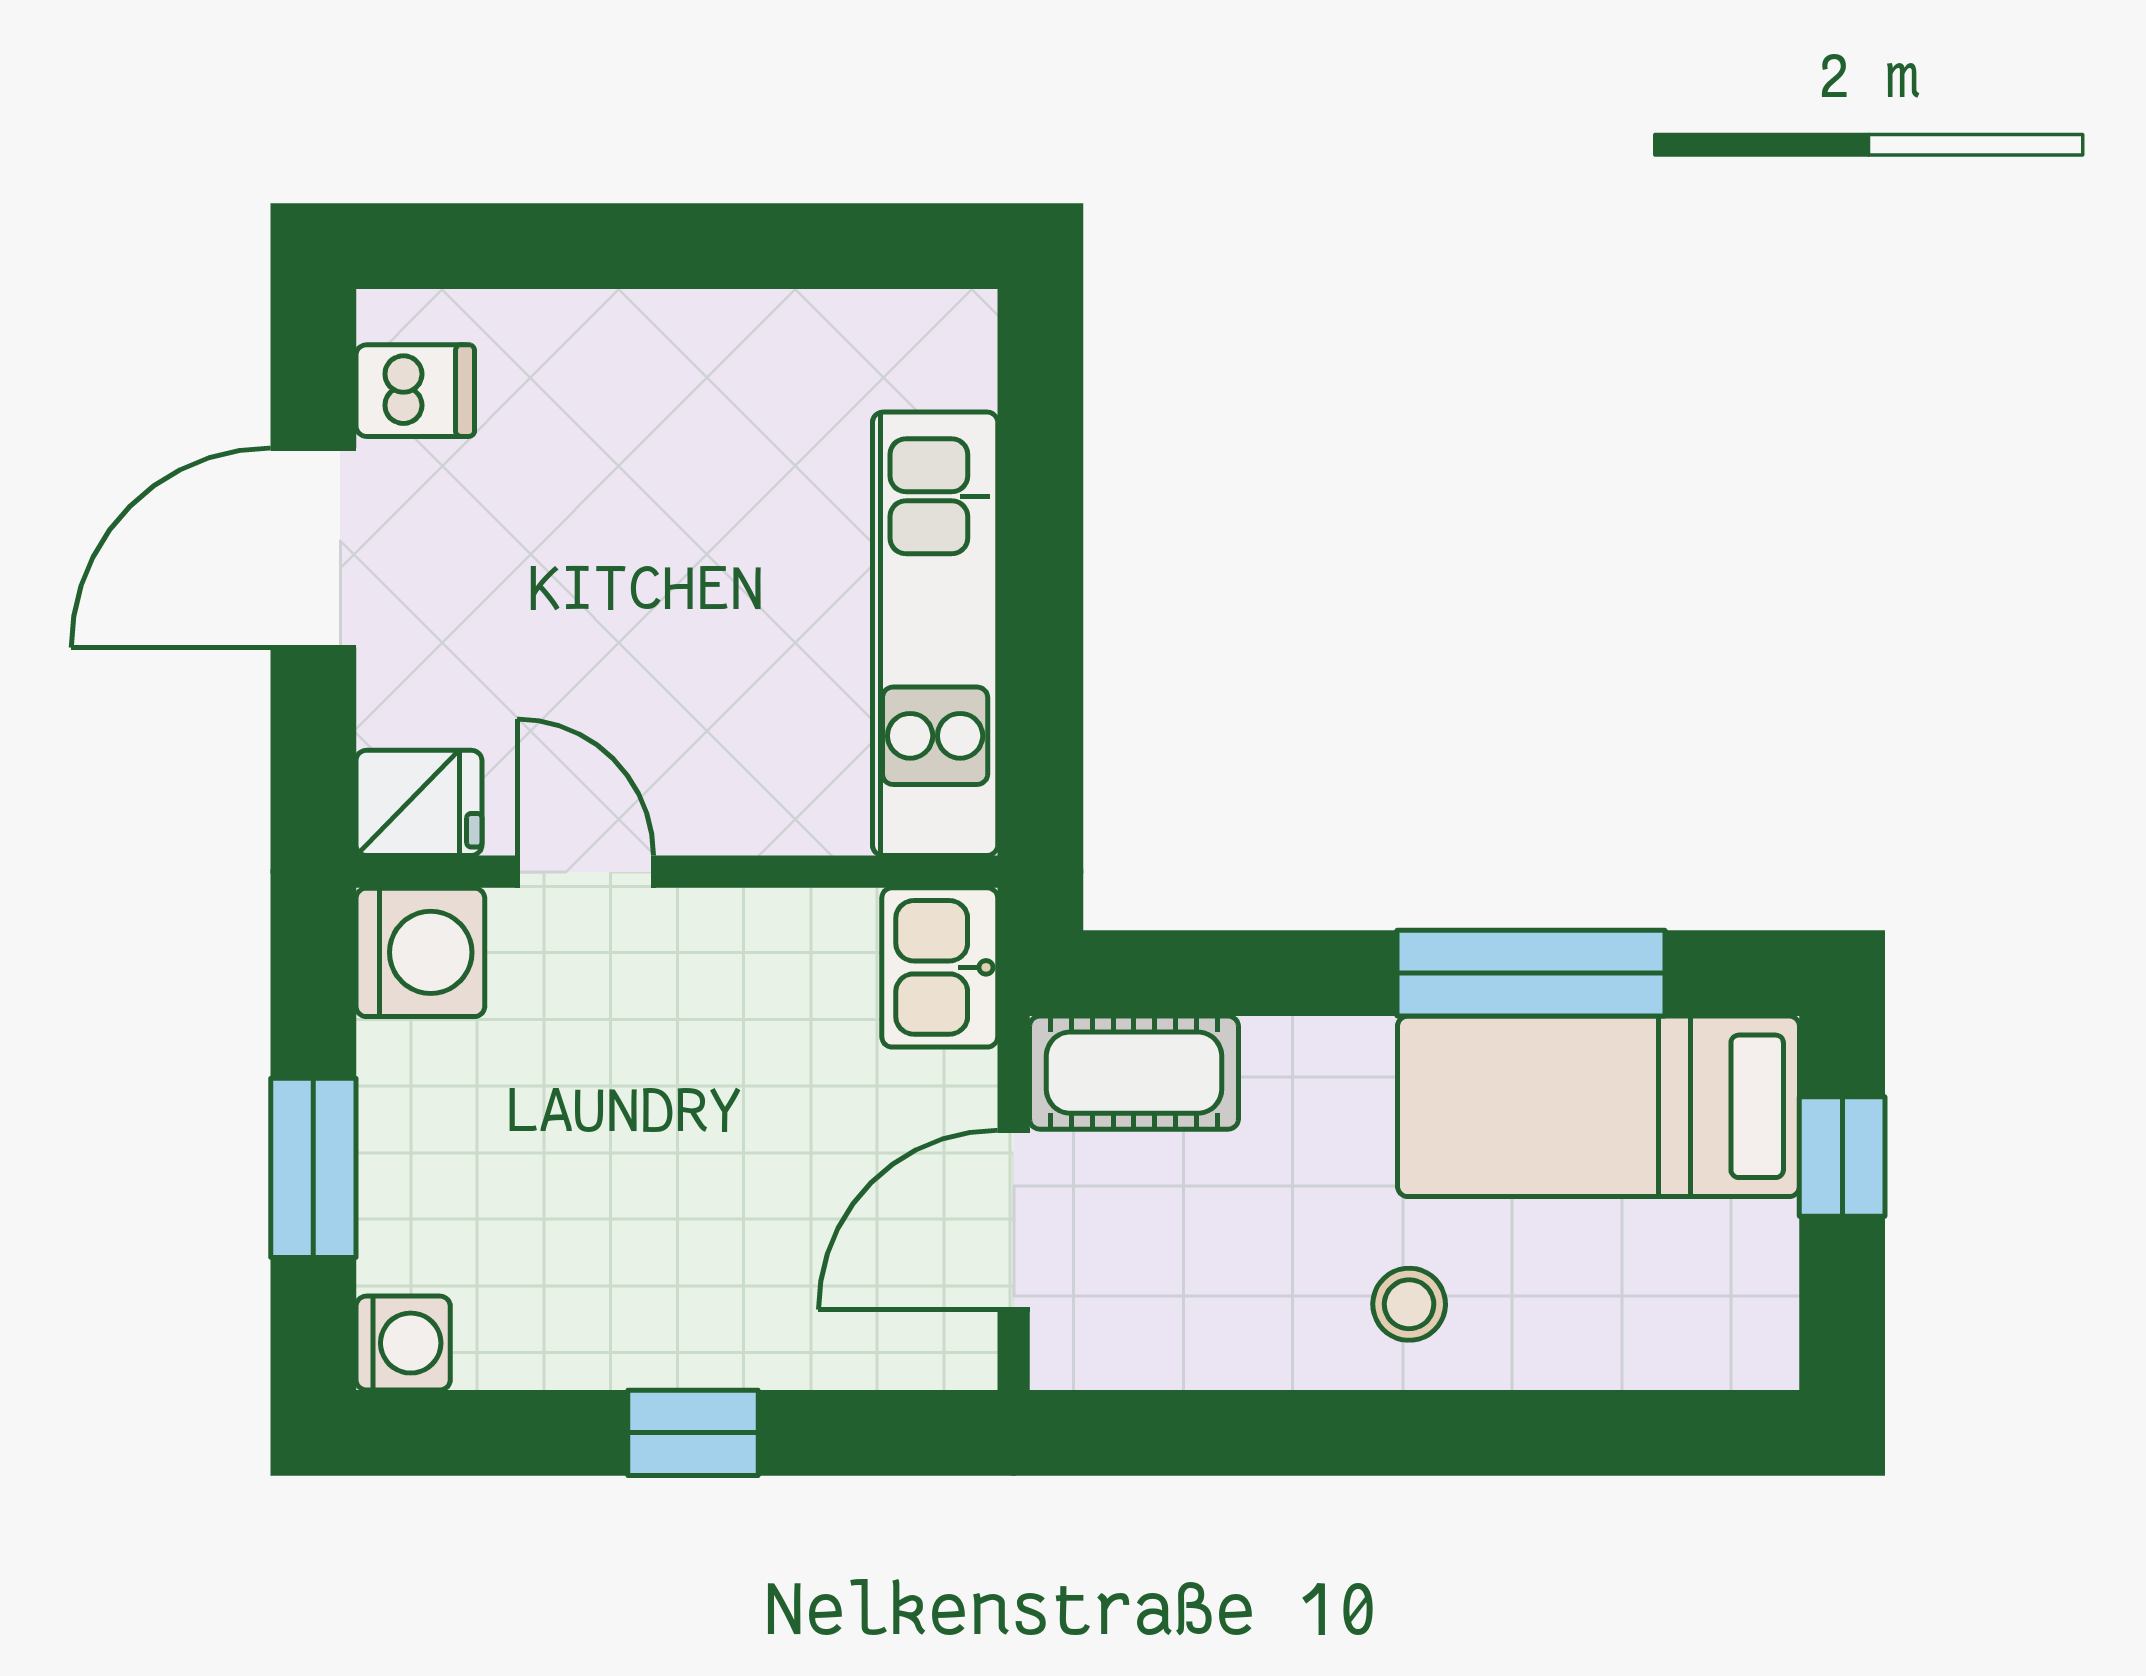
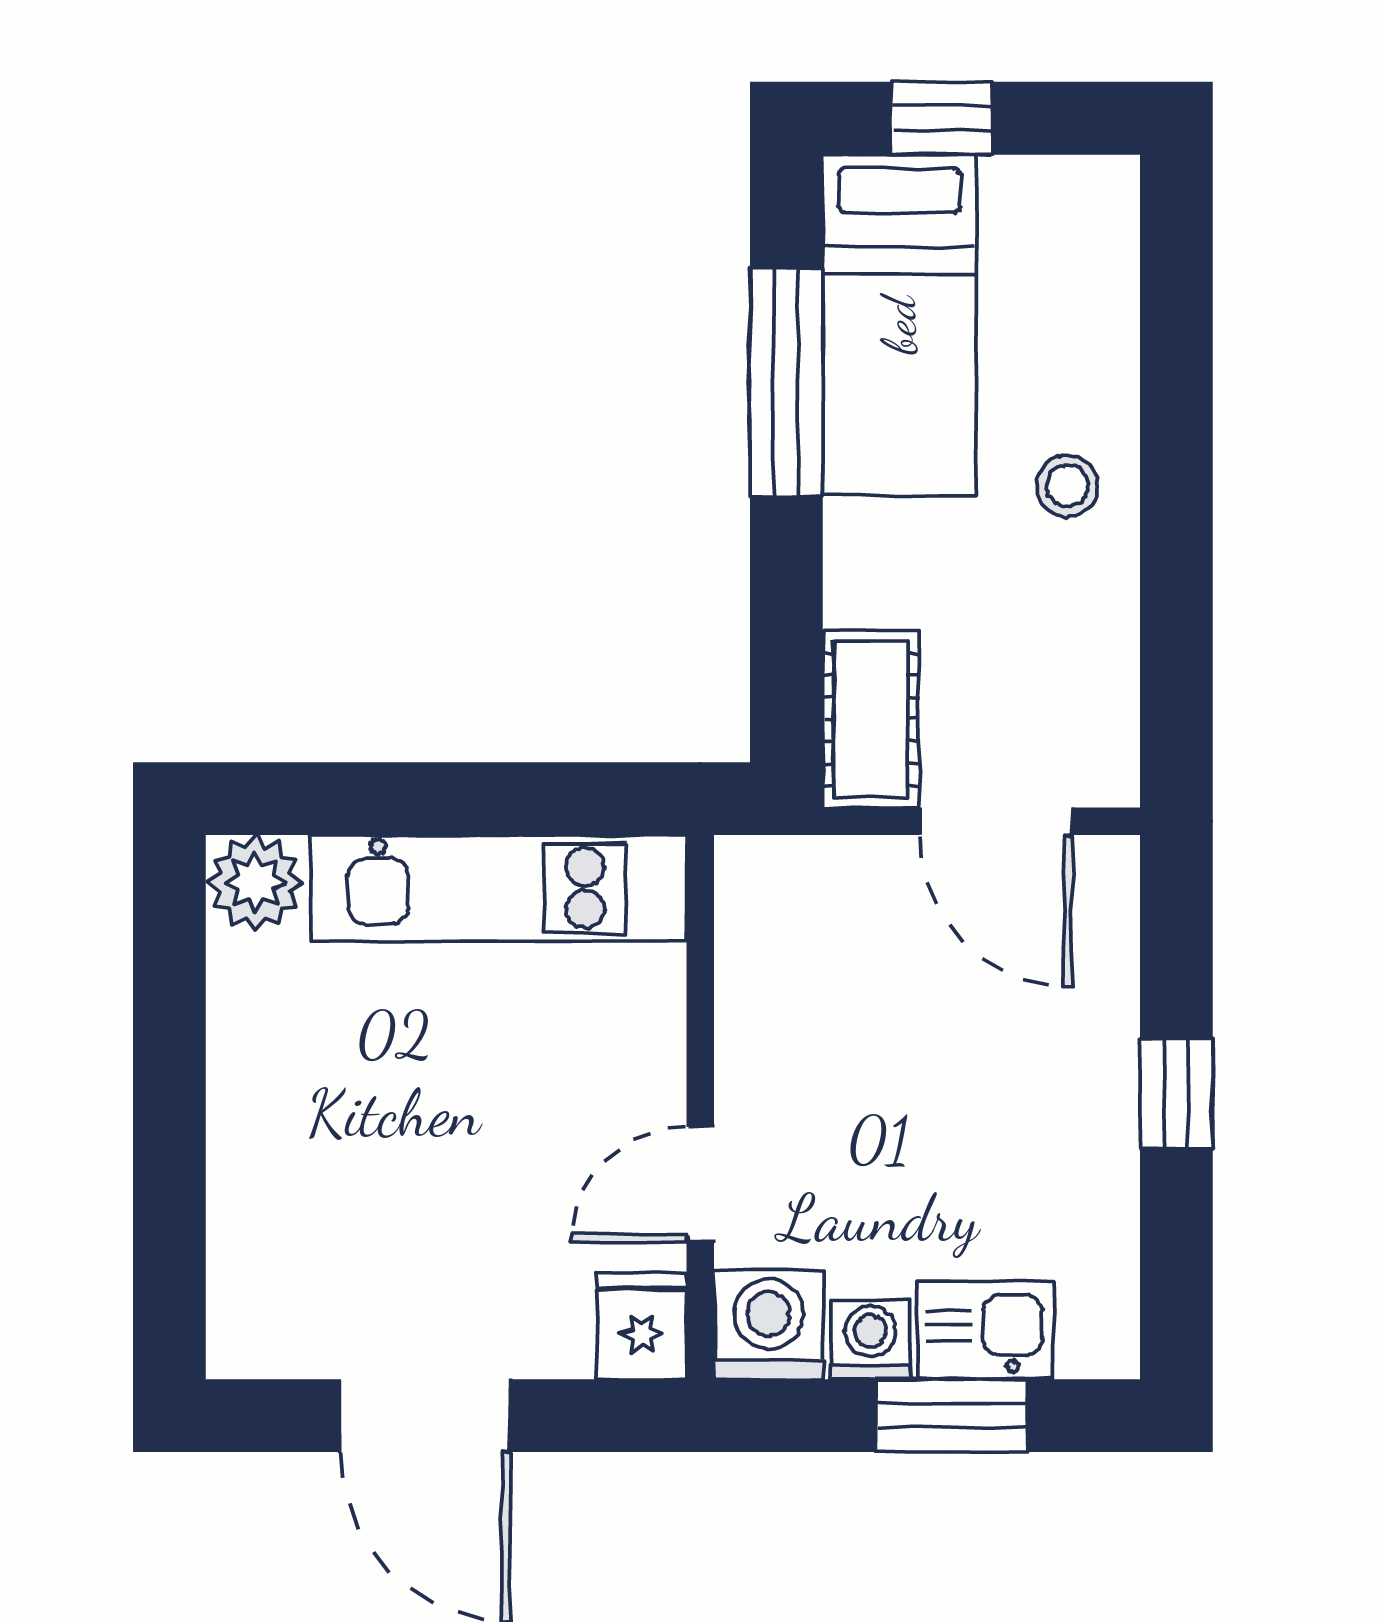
plant: (942, 347) -> (255, 883), added
dishwasher: (415, 391) -> (292, 1329), removed
kitchen sink: (940, 967) -> (985, 1330), moved, turned 180
washing machine: (403, 1343) -> (870, 1339), moved

